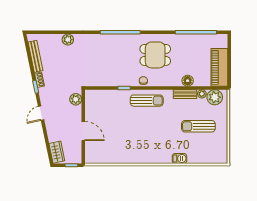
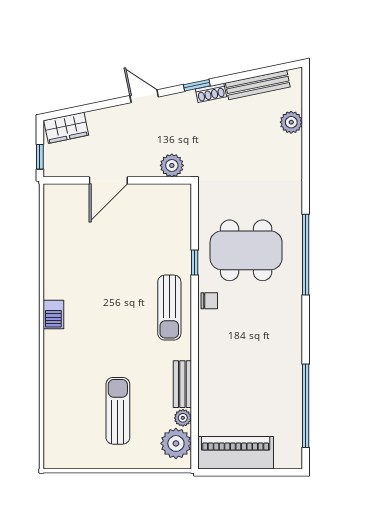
plant: (68, 40) -> (291, 122), moved
dining table: (155, 55) -> (246, 250), moved, width x1.38
floor lamp: (188, 81) -> (209, 389), removed
barbecue: (180, 159) -> (53, 314), moved

